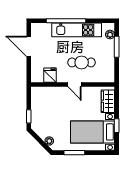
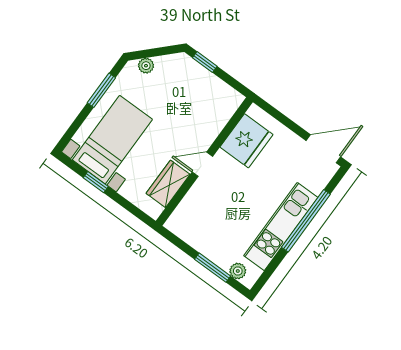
door: (29, 46) -> (323, 149), moved
cafe table: (82, 62) -> (227, 199), removed
fridge: (50, 75) -> (246, 141), width x1.88, depth x1.34
wardrobe: (108, 101) -> (168, 184), moved, turned -90

